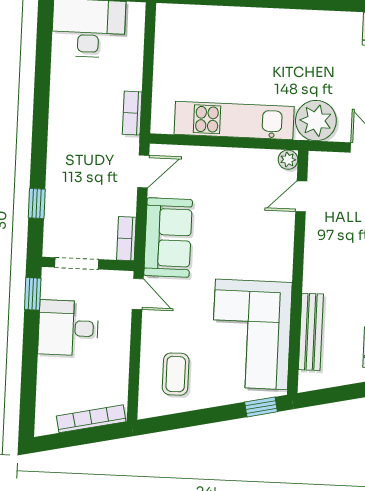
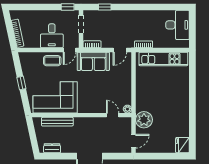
kitchen unit: (234, 120) -> (163, 59), moved, turned 90
door: (143, 171) -> (120, 50), hinge flipped
desk: (68, 328) -> (52, 36), moved, turned 180
coffee table: (176, 374) -> (52, 61), moved
window: (261, 407) -> (21, 83), moved

